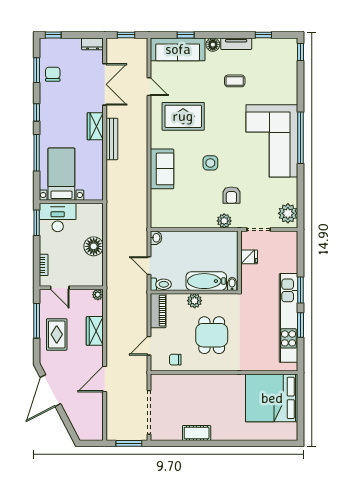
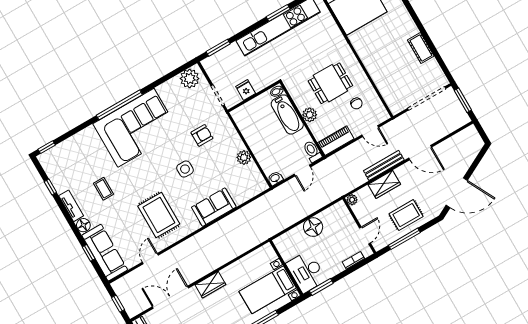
bench: (112, 139) -> (384, 165), moved
plant: (224, 221) -> (244, 157), moved
window: (300, 290) -> (218, 48), moved
chair: (175, 360) -> (356, 103), moved

